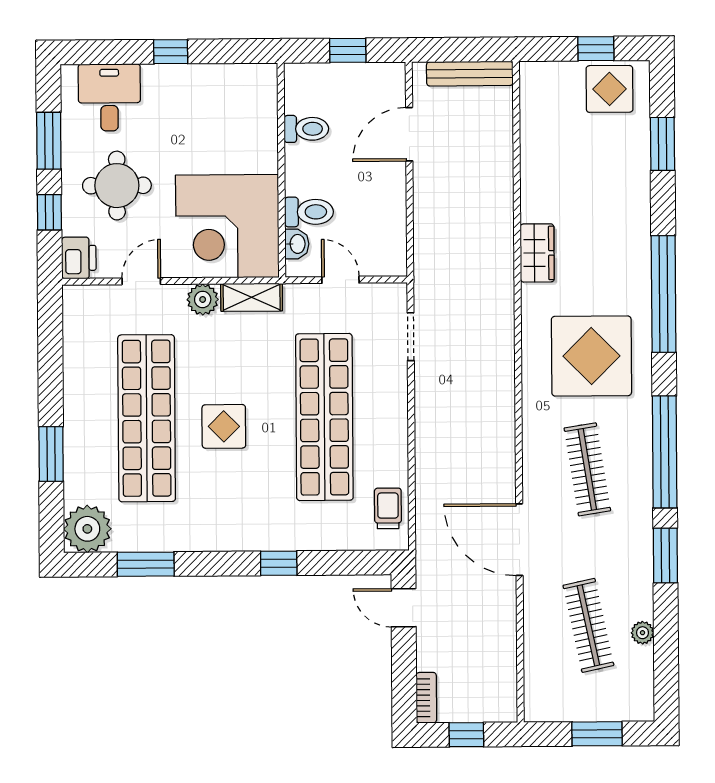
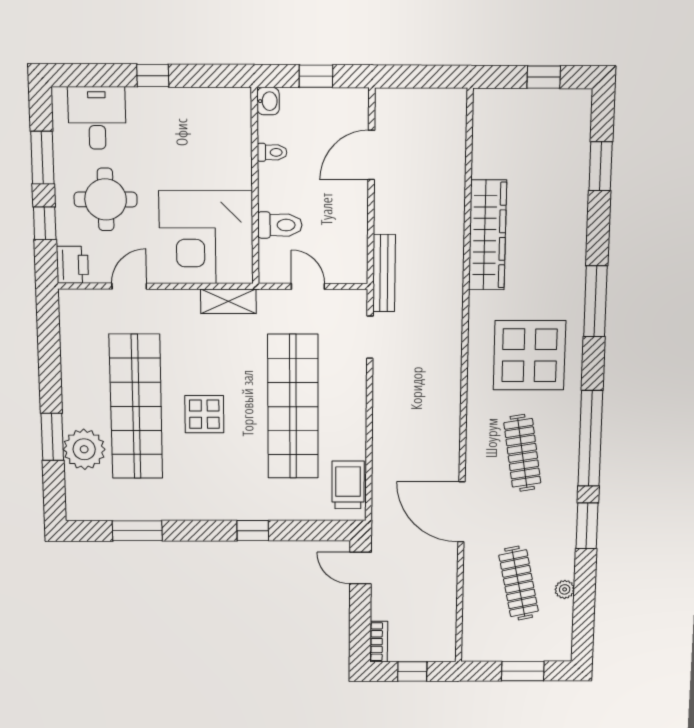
bench: (470, 74) -> (384, 273), moved, turned 90
display table: (610, 89) -> (555, 115), removed
toilet: (306, 129) -> (272, 152), width x0.73, depth x0.72
washbasin: (297, 244) -> (268, 101), moved
wardrobe: (537, 253) -> (488, 235), width x2.10, depth x1.17
window: (664, 294) -> (595, 301), width x0.68
plant: (203, 299) -> (185, 303), removed
trolley: (388, 508) -> (348, 485), width x1.36, depth x1.39
plant: (87, 529) -> (84, 449), moved

